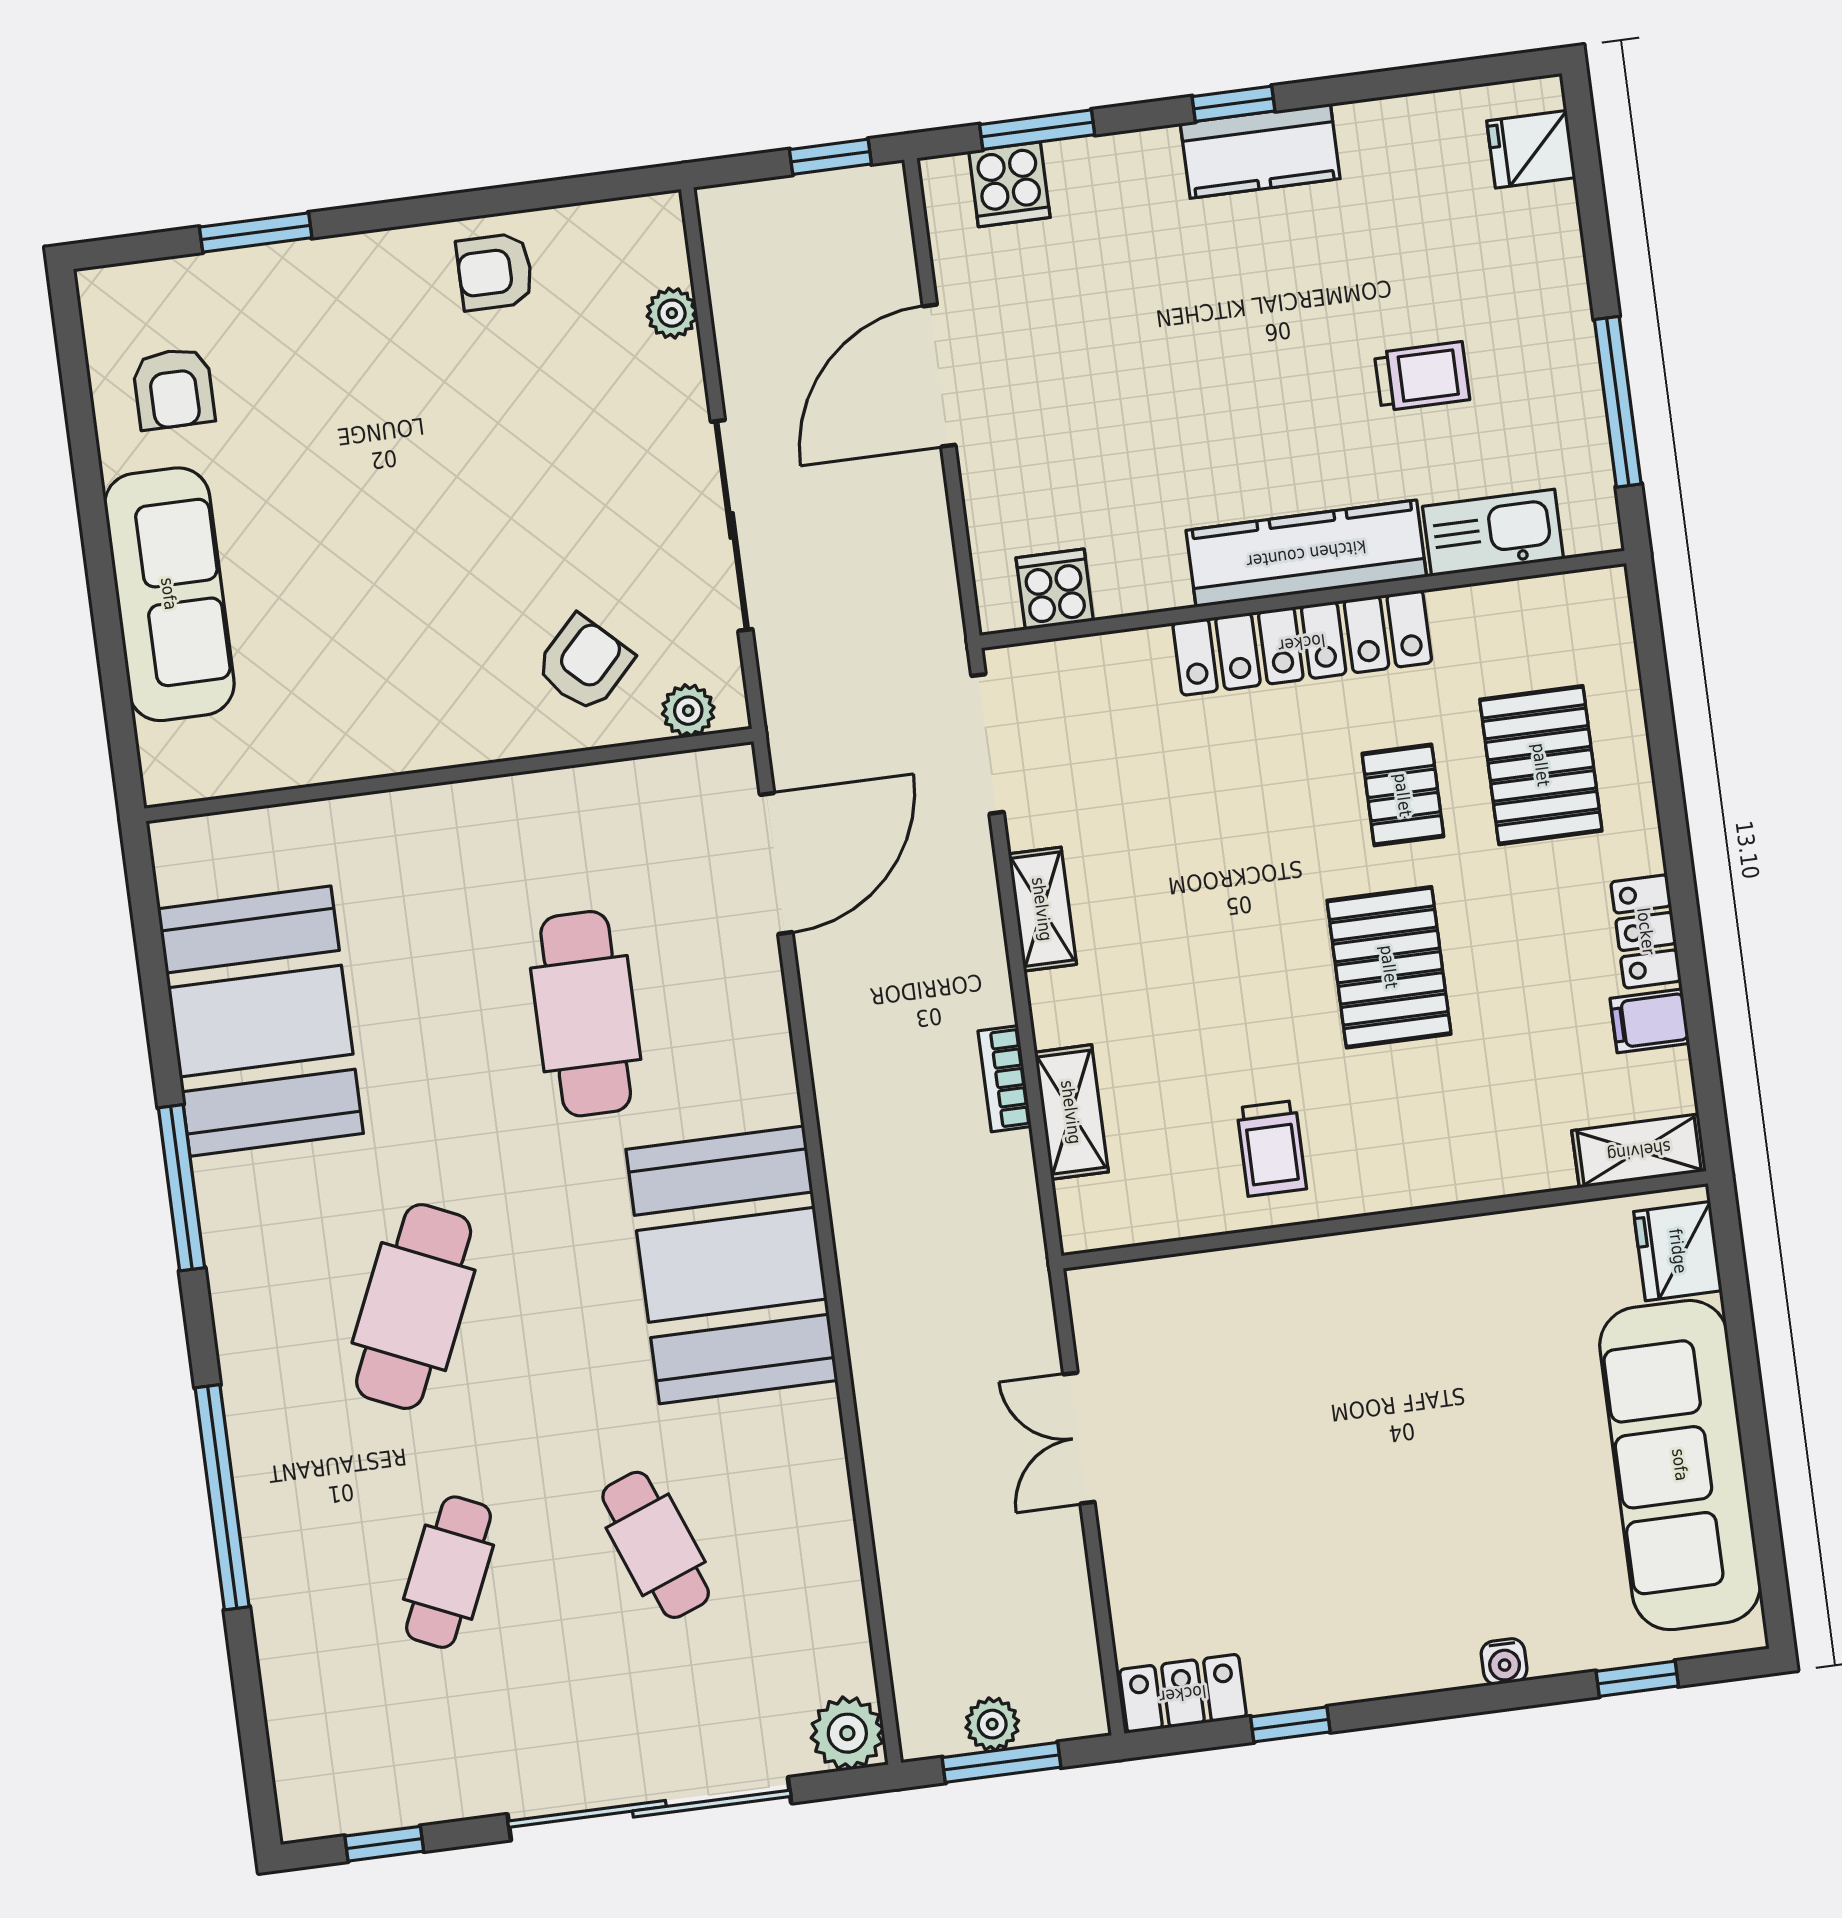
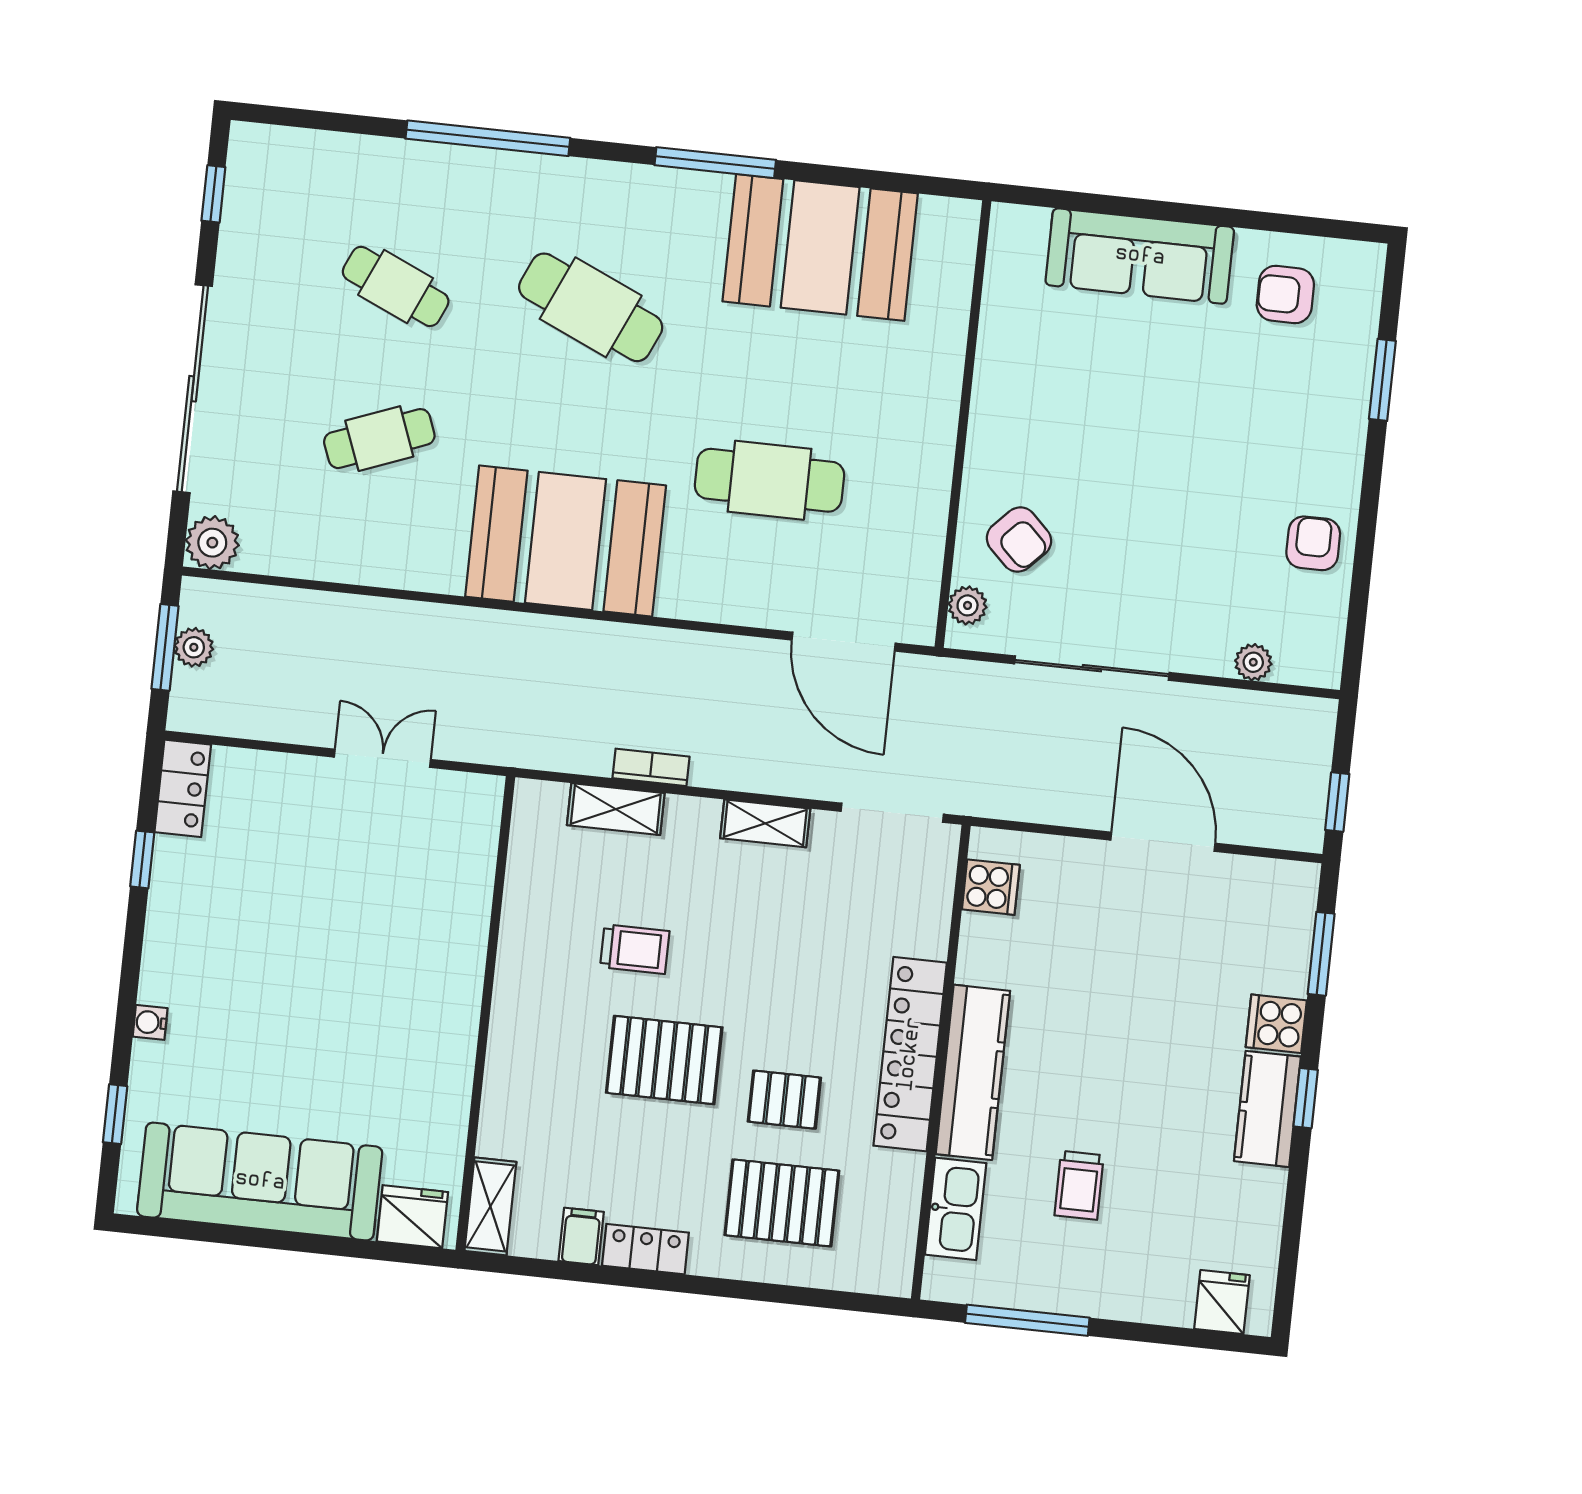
cooker: (1009, 184) -> (1276, 1024), moved
trolley: (1272, 1148) -> (635, 949), moved, turned 180

